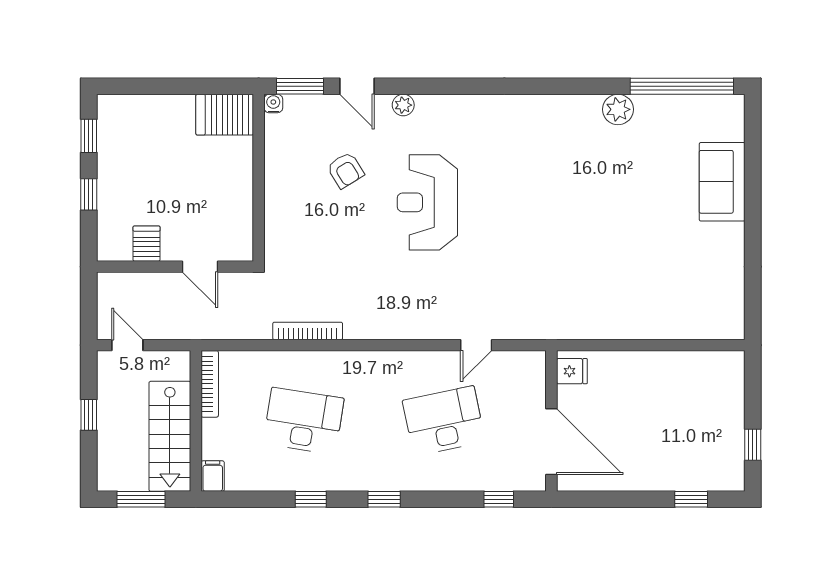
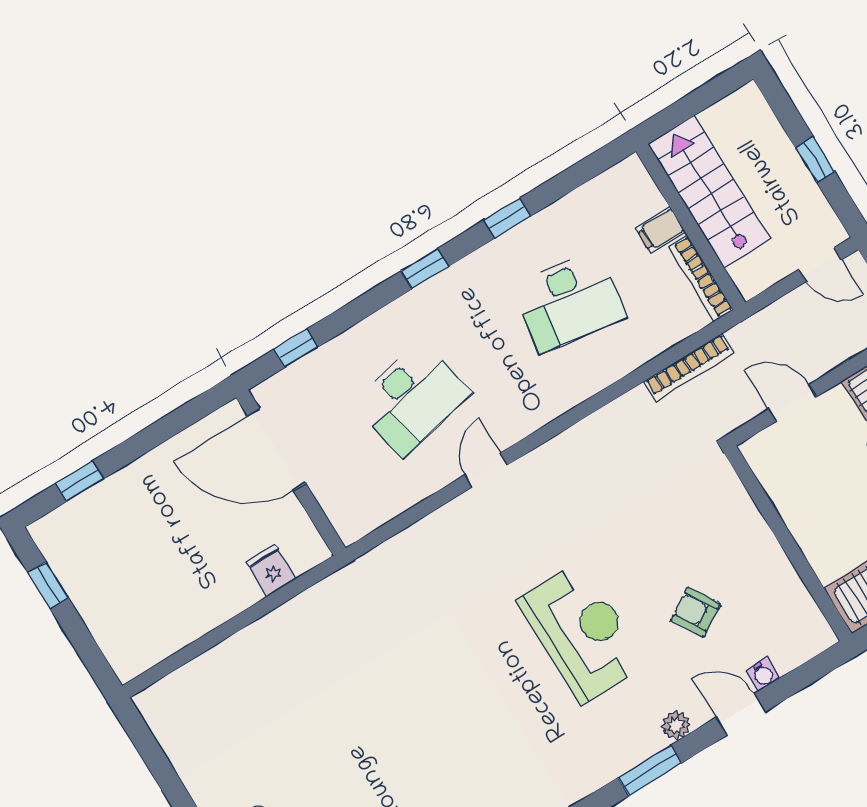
window: (300, 86) -> (650, 770), moved
water cooler: (273, 104) -> (763, 674), moved
bookcase: (308, 331) -> (689, 367), moved
door: (476, 345) -> (486, 470), moved
fridge: (572, 371) -> (271, 571), moved, turned 90
filing cabinet: (213, 476) -> (660, 230), moved, turned 90
window: (141, 499) -> (698, 101), removed

